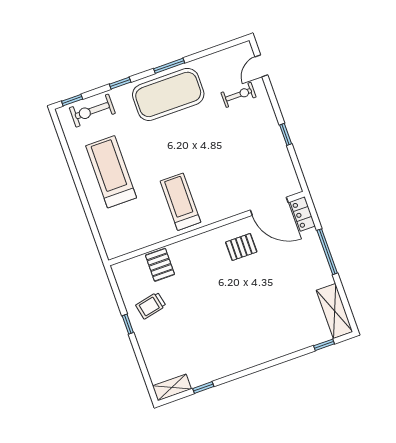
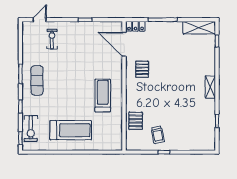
door: (261, 66) -> (40, 20), swing flipped
exercise mat: (168, 94) -> (37, 80), width x0.50, depth x0.69
treadmill: (111, 172) -> (71, 130), turned 180
treadmill: (180, 202) -> (103, 96), turned 90
door: (269, 206) -> (124, 44), swing flipped
pallet: (160, 265) -> (136, 121), turned 90
shelving: (172, 387) -> (210, 87), moved

